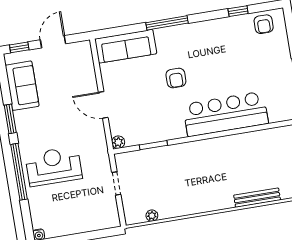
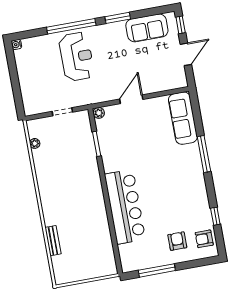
door: (53, 42) -> (186, 54), hinge flipped
armchair: (176, 78) -> (177, 241), moved, turned 90
bench: (257, 198) -> (53, 241), width x0.73

